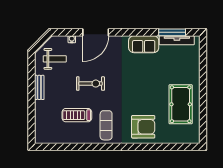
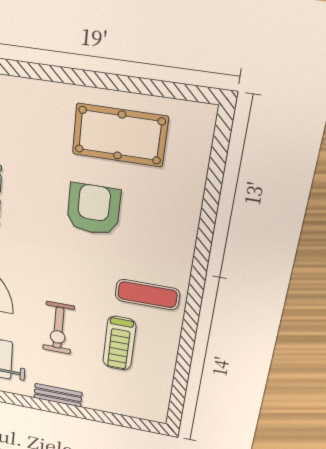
exercise bike: (91, 84) -> (58, 328), moved, turned 180
armchair: (143, 127) -> (94, 209), moved

